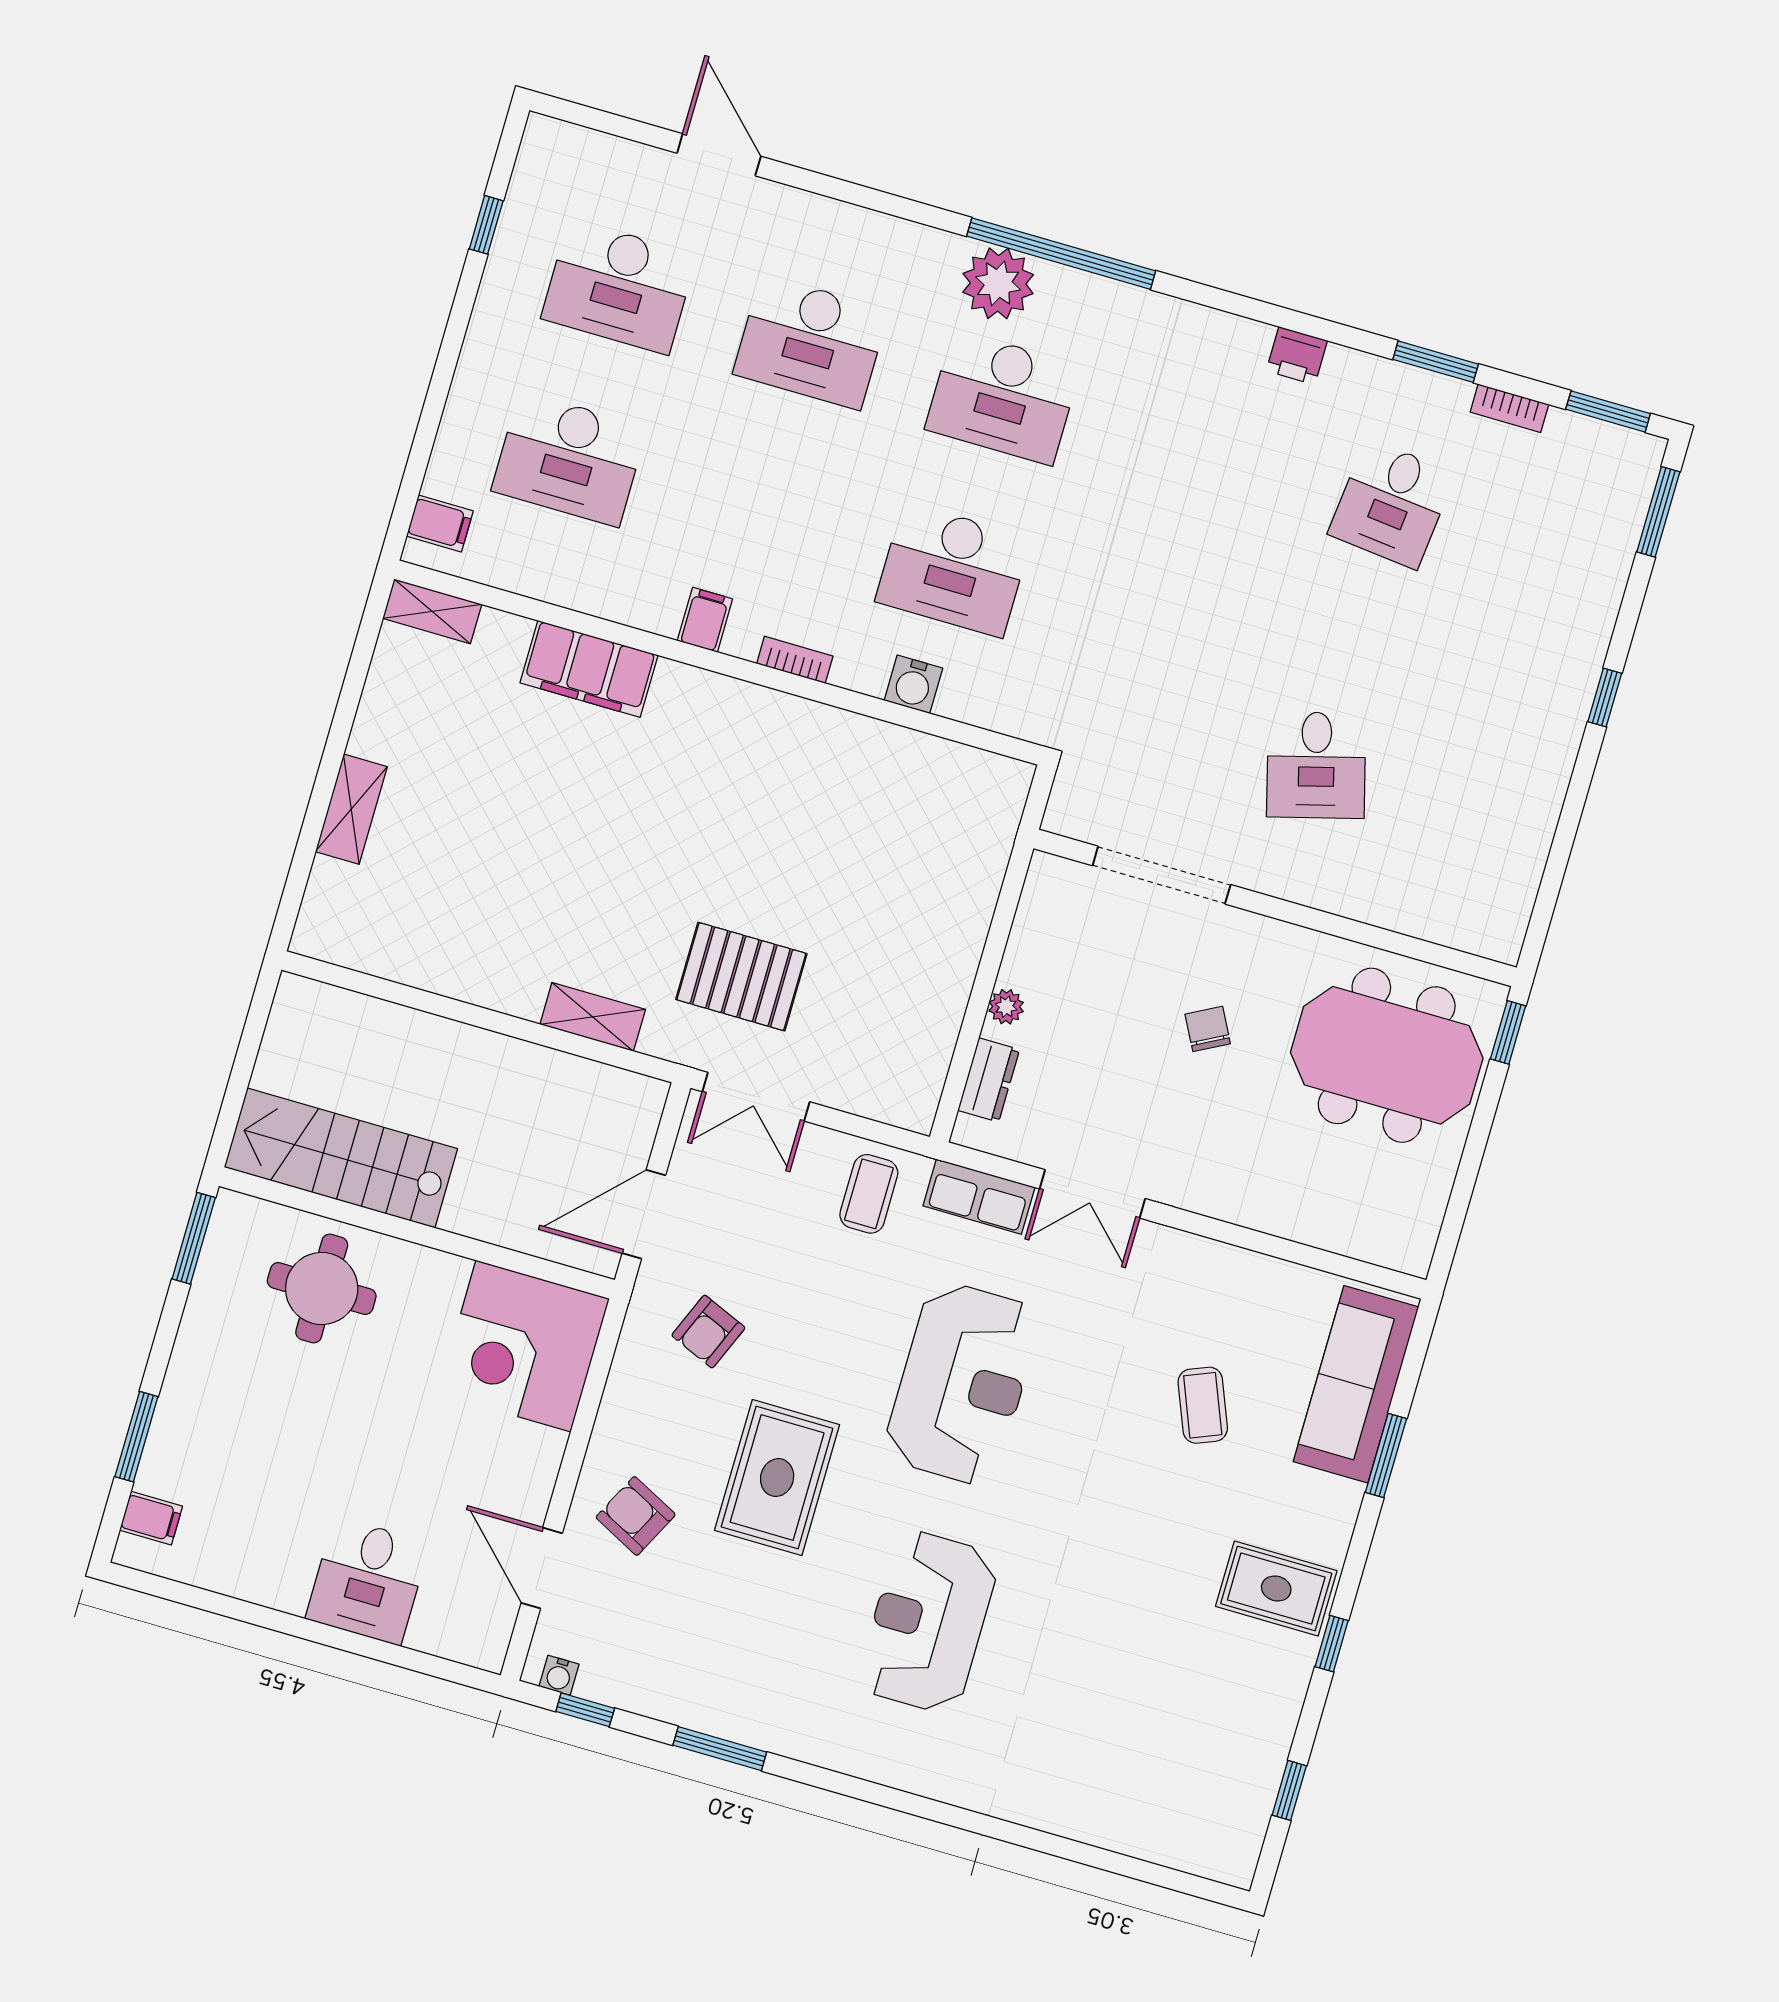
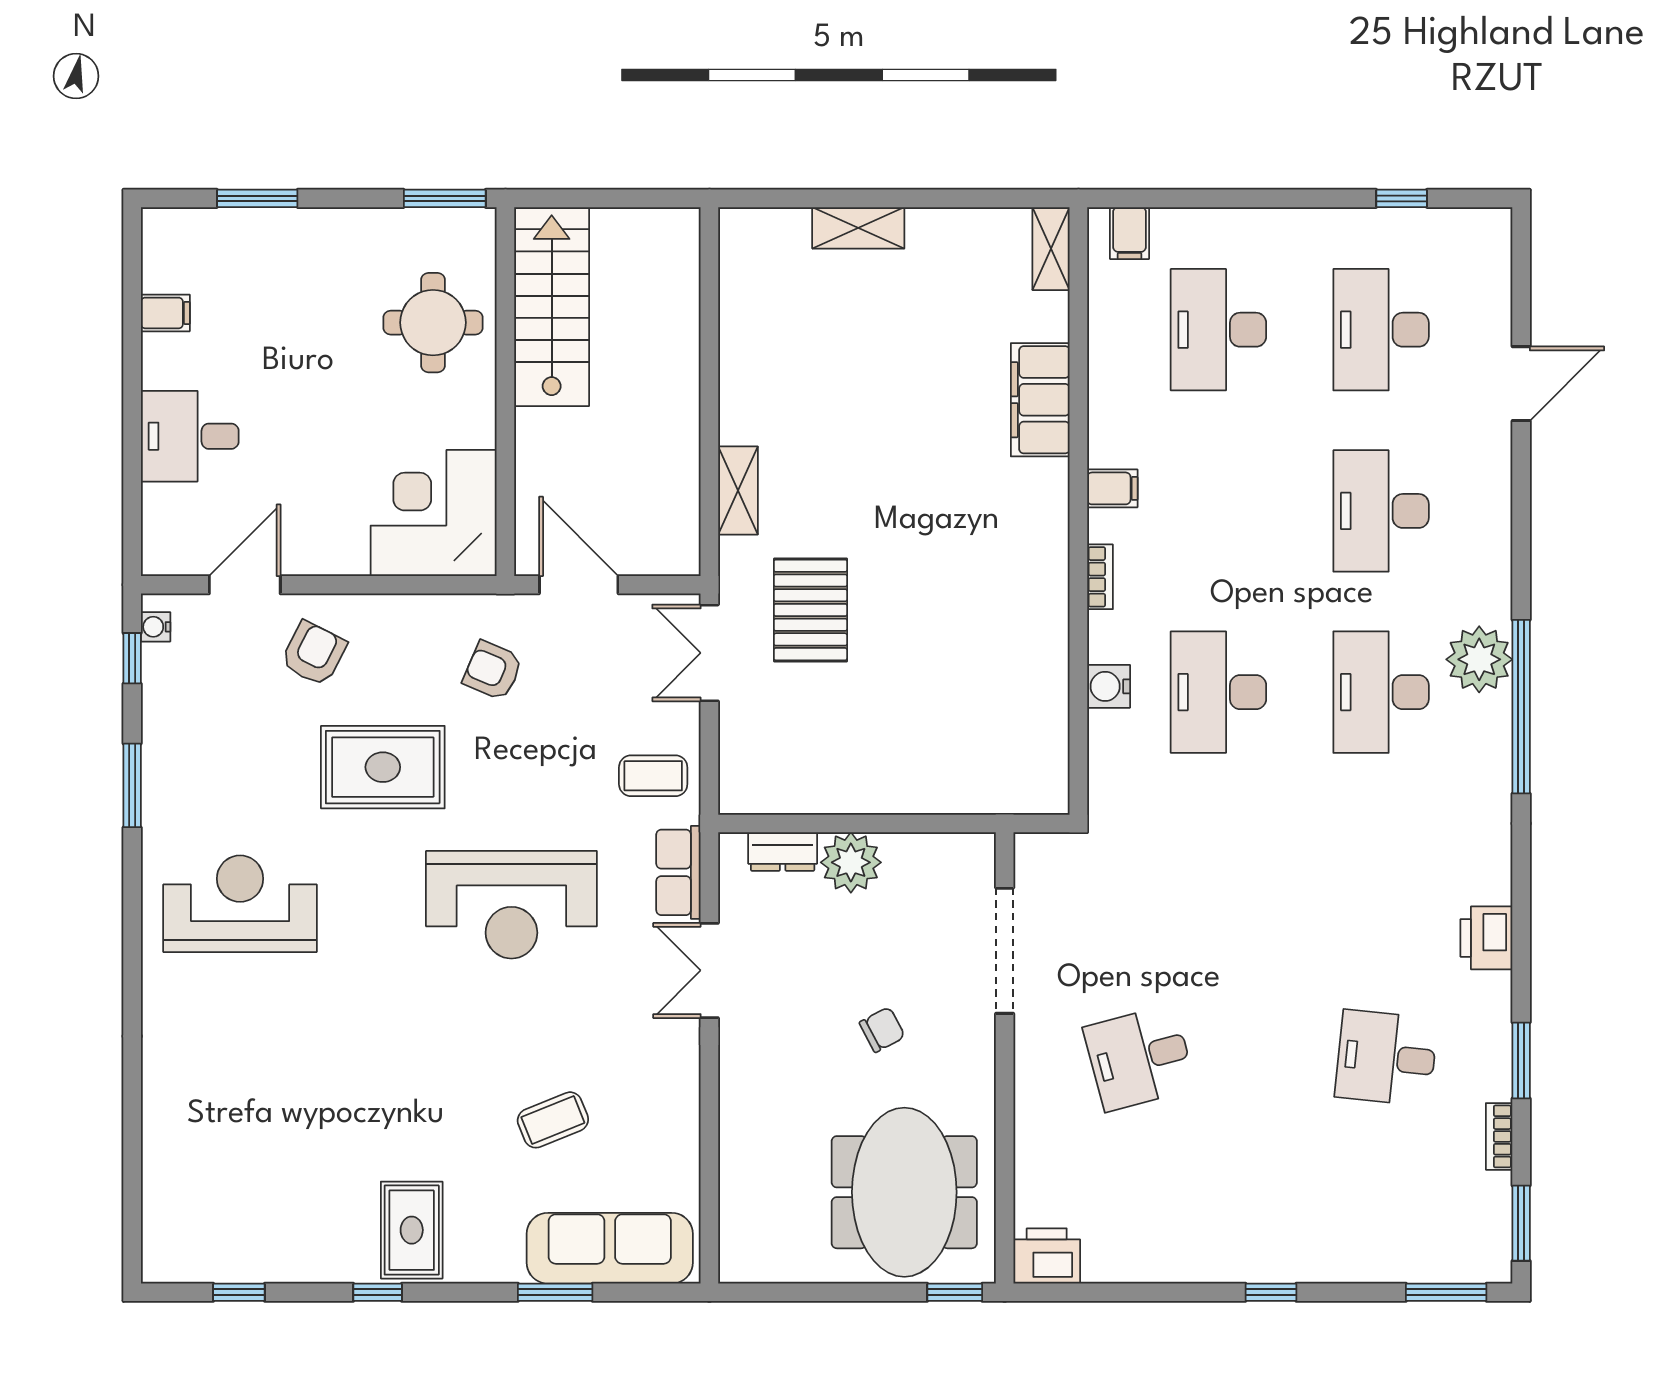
printer: (1297, 356) -> (1486, 938), width x1.36, depth x1.24
printer: (1498, 924) -> (1047, 1256), added
plant: (1006, 1007) -> (851, 862), width x1.88, depth x1.88
filing cabinet: (151, 1518) -> (165, 313), moved, turned -90
reception desk: (928, 1622) -> (240, 904), moved

